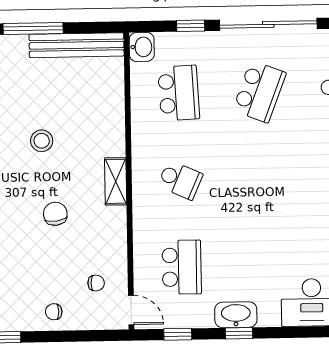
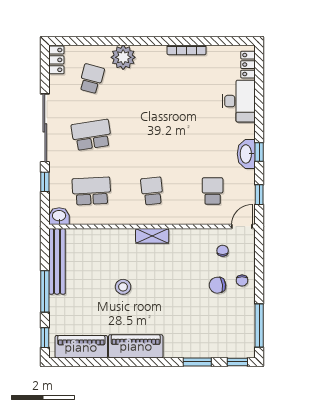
school desk: (259, 92) -> (92, 135), turned -30
school desk: (180, 180) -> (152, 191), turned -30
chair: (55, 214) -> (217, 285), moved
school desk: (182, 267) -> (213, 191), width x0.54

